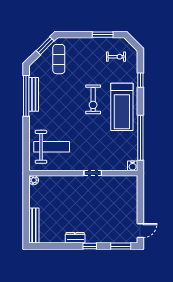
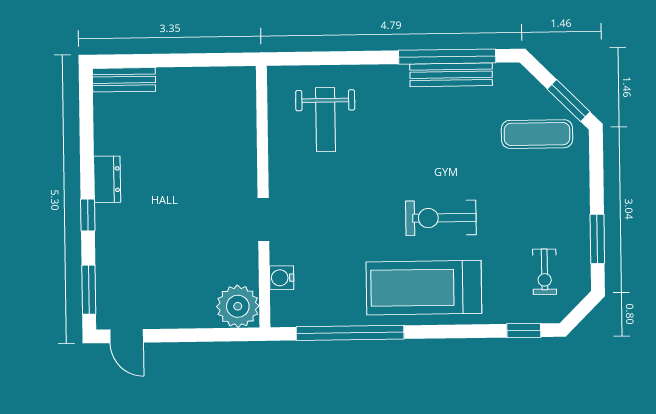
window: (140, 80) -> (524, 330), moved
weight bench: (52, 147) -> (325, 120), width x0.73, depth x0.75
water cooler: (133, 166) -> (282, 278), moved
plant: (34, 180) -> (238, 306), moved, width x1.88, depth x1.88
bench: (34, 226) -> (124, 80), width x0.73

